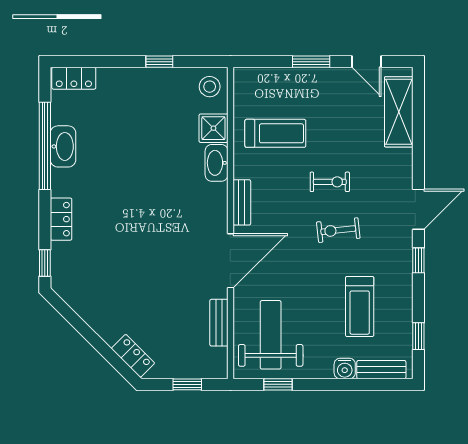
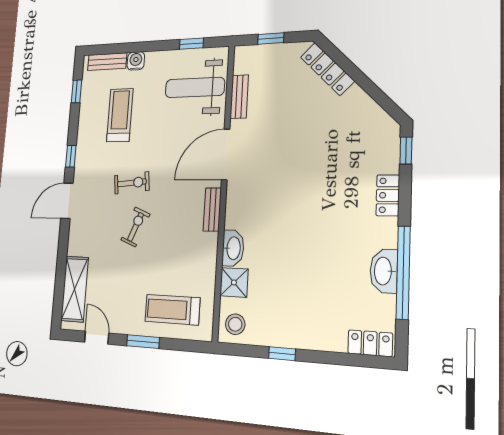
treadmill: (275, 133) -> (172, 310), moved
exercise bike: (330, 182) -> (135, 227), turned 112
weight bench: (271, 335) -> (195, 87), turned 90
locker: (133, 356) -> (327, 69), width x1.53

